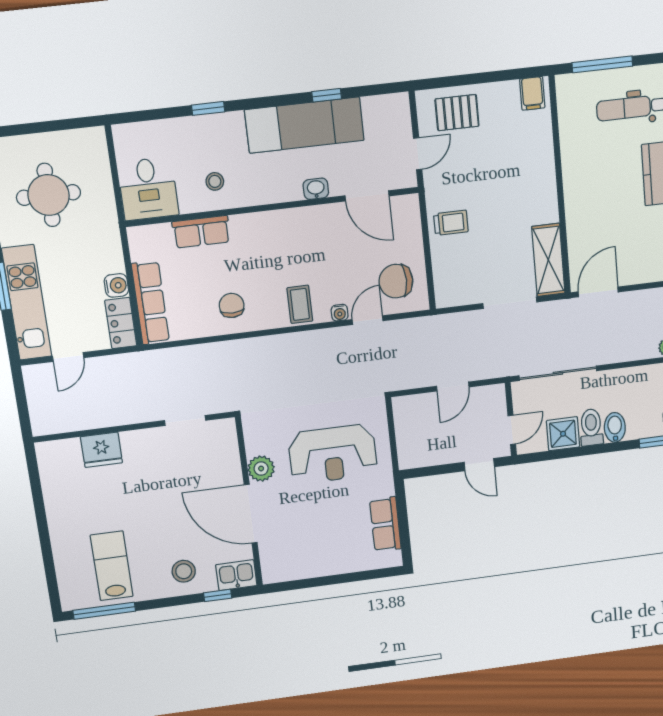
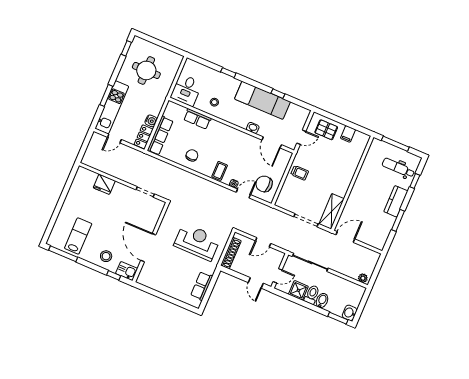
filing cabinet: (532, 93) -> (348, 134), moved
shoe rack: (405, 439) -> (231, 253), added
reception desk: (333, 454) -> (197, 242), turned 180
plant: (261, 469) -> (164, 231), removed

